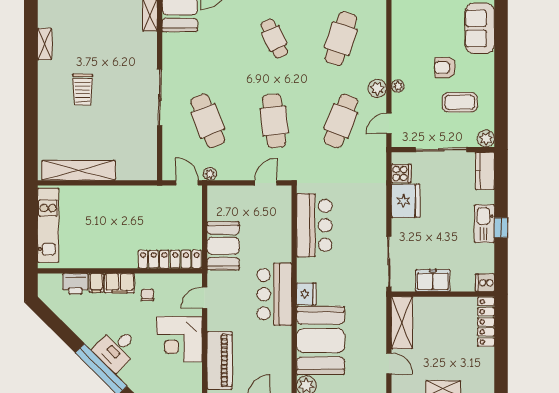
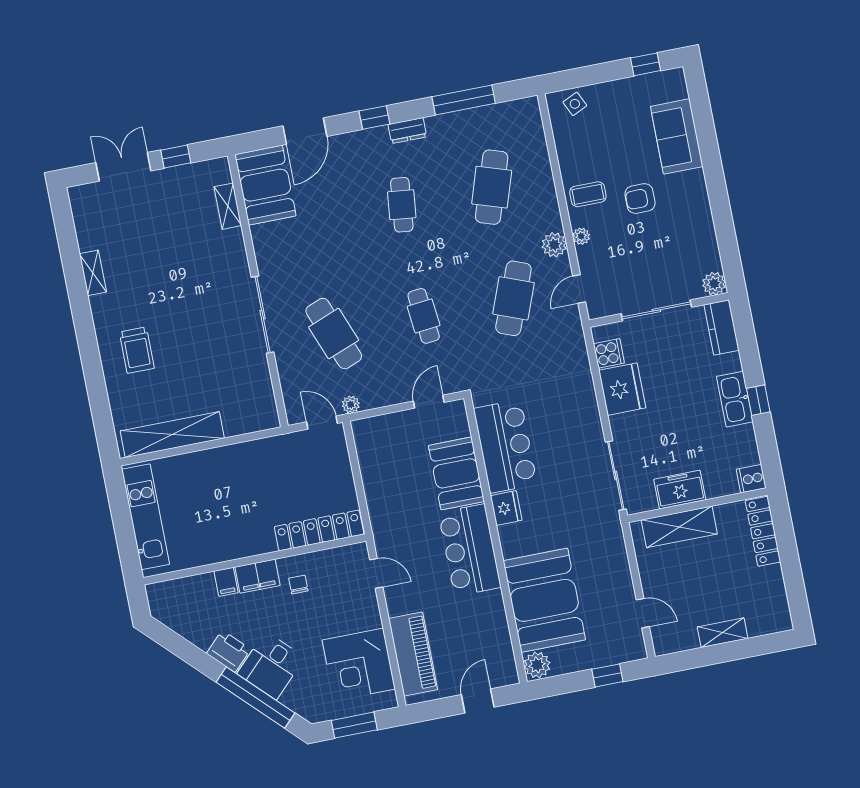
cafe table: (274, 39) -> (402, 205), turned 30
trolley: (83, 89) -> (137, 350), moved
coffee table: (460, 102) -> (588, 194), moved, width x0.73, depth x0.77
cafe table: (274, 121) -> (424, 316), width x0.73, depth x0.74
booth: (223, 246) -> (456, 473), moved
printer: (75, 284) -> (229, 651), moved, turned -135
fridge: (306, 294) -> (506, 508), moved
door: (205, 298) -> (376, 573), swing flipped
shelving: (402, 323) -> (679, 527), moved, turned 90
corner desk: (179, 339) -> (359, 665), moved

